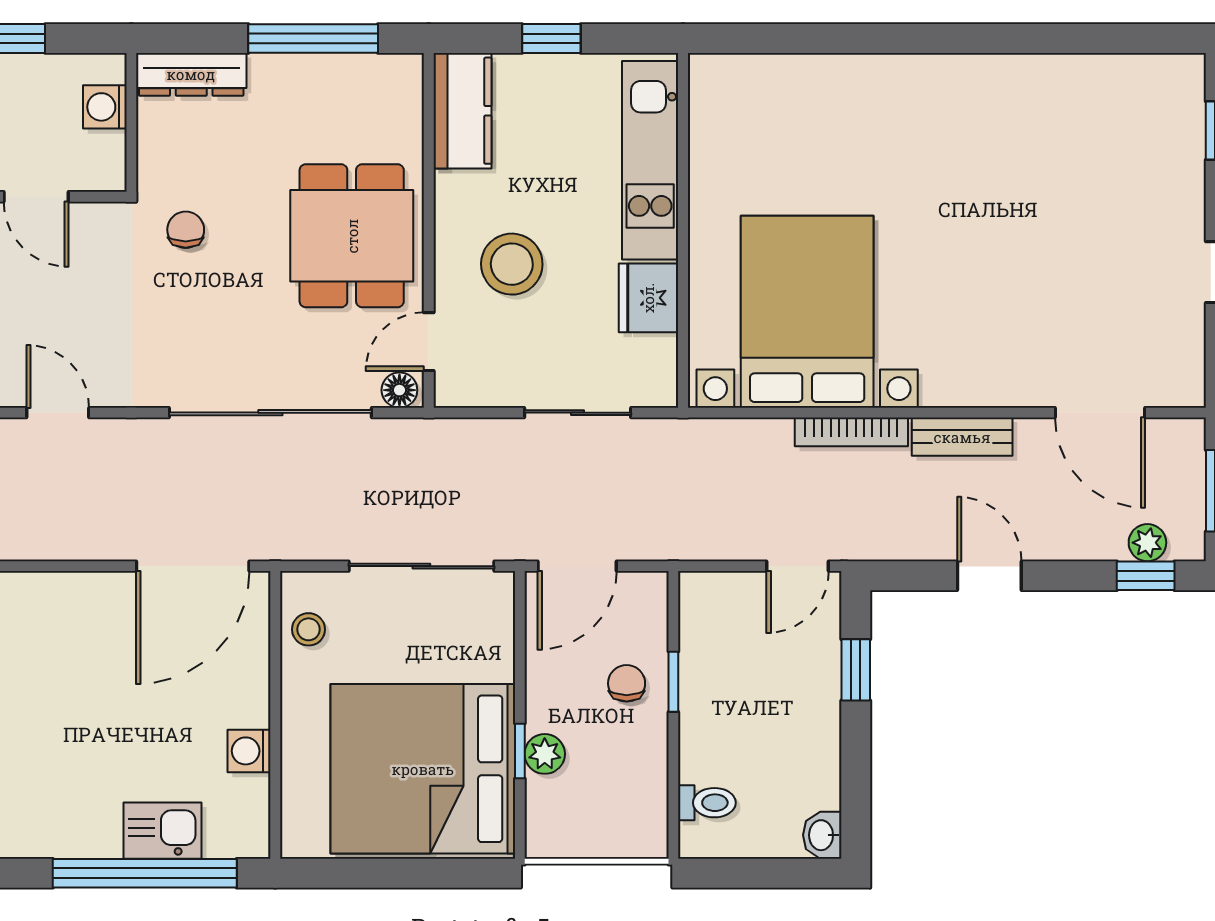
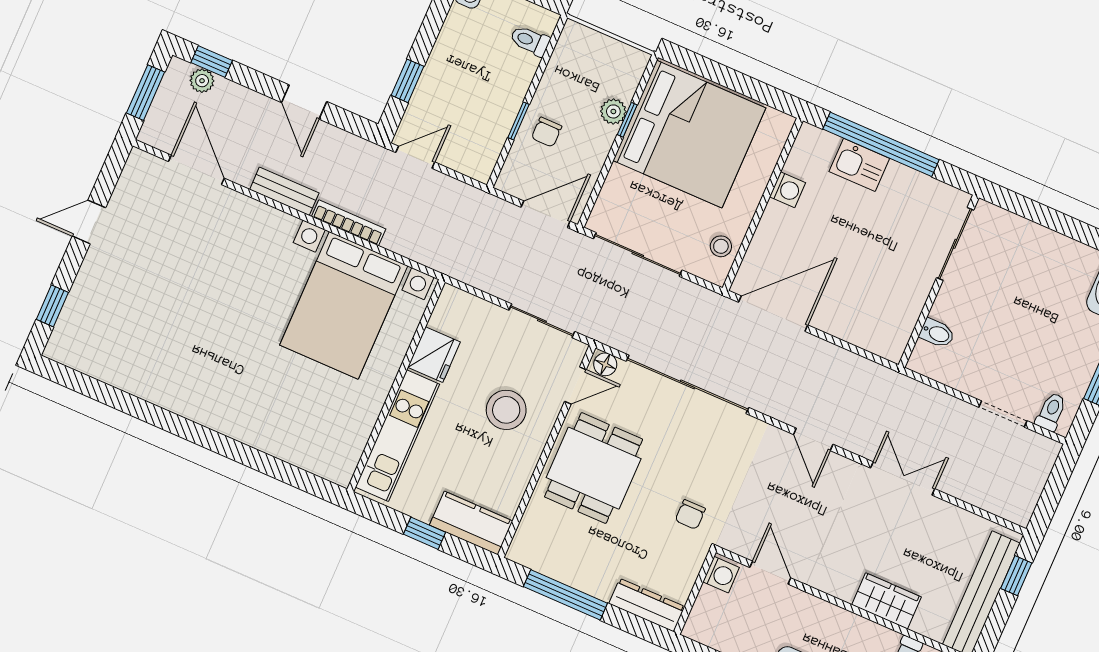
washing machine: (105, 107) -> (721, 575), moved
kitchen counter: (462, 111) -> (471, 523), moved, turned 90
sliding door: (578, 413) -> (542, 321), moved

